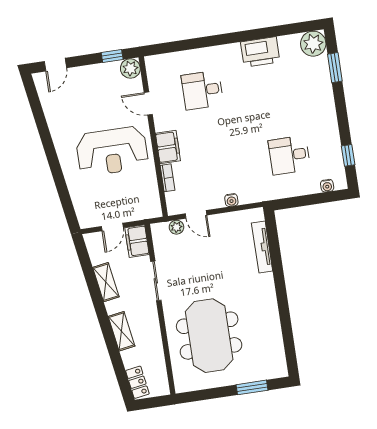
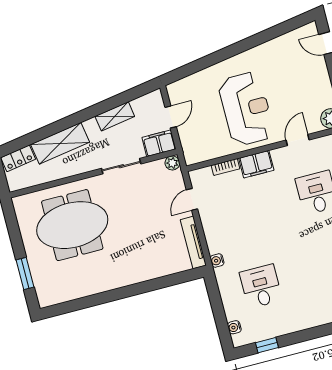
reception desk: (112, 151) -> (246, 109), turned 180
water cooler: (231, 200) -> (217, 260), moved
door: (112, 227) -> (171, 117), swing flipped
plant: (176, 227) -> (172, 163), moved
tv unit: (262, 247) -> (193, 242), moved, turned -90
shelving: (121, 331) -> (60, 143), width x1.50, depth x1.33

